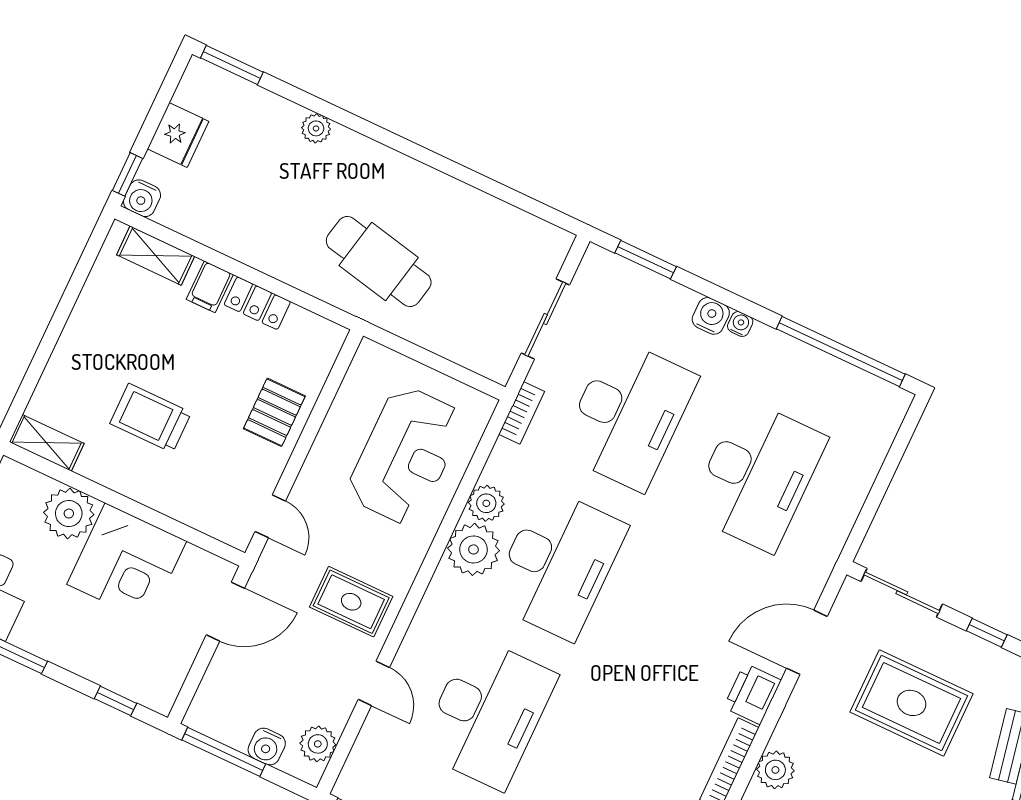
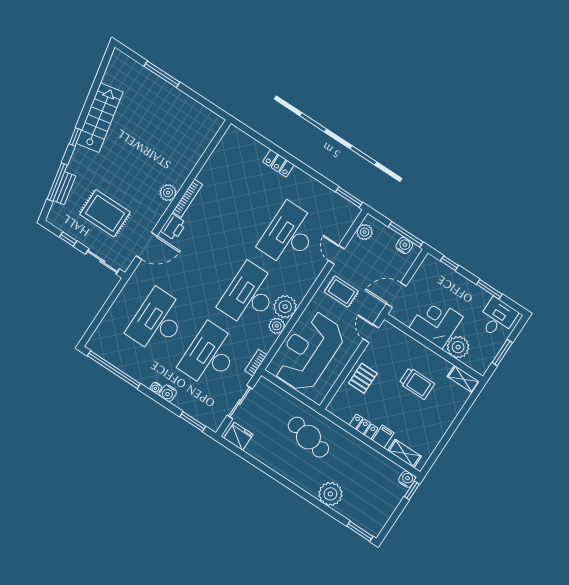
plant: (316, 128) -> (330, 494), width x1.88, depth x1.88
fridge: (178, 135) -> (238, 436), moved, turned 90
reception desk: (406, 455) -> (309, 352), width x1.36, depth x1.30
water cooler: (267, 747) -> (404, 246), moved

